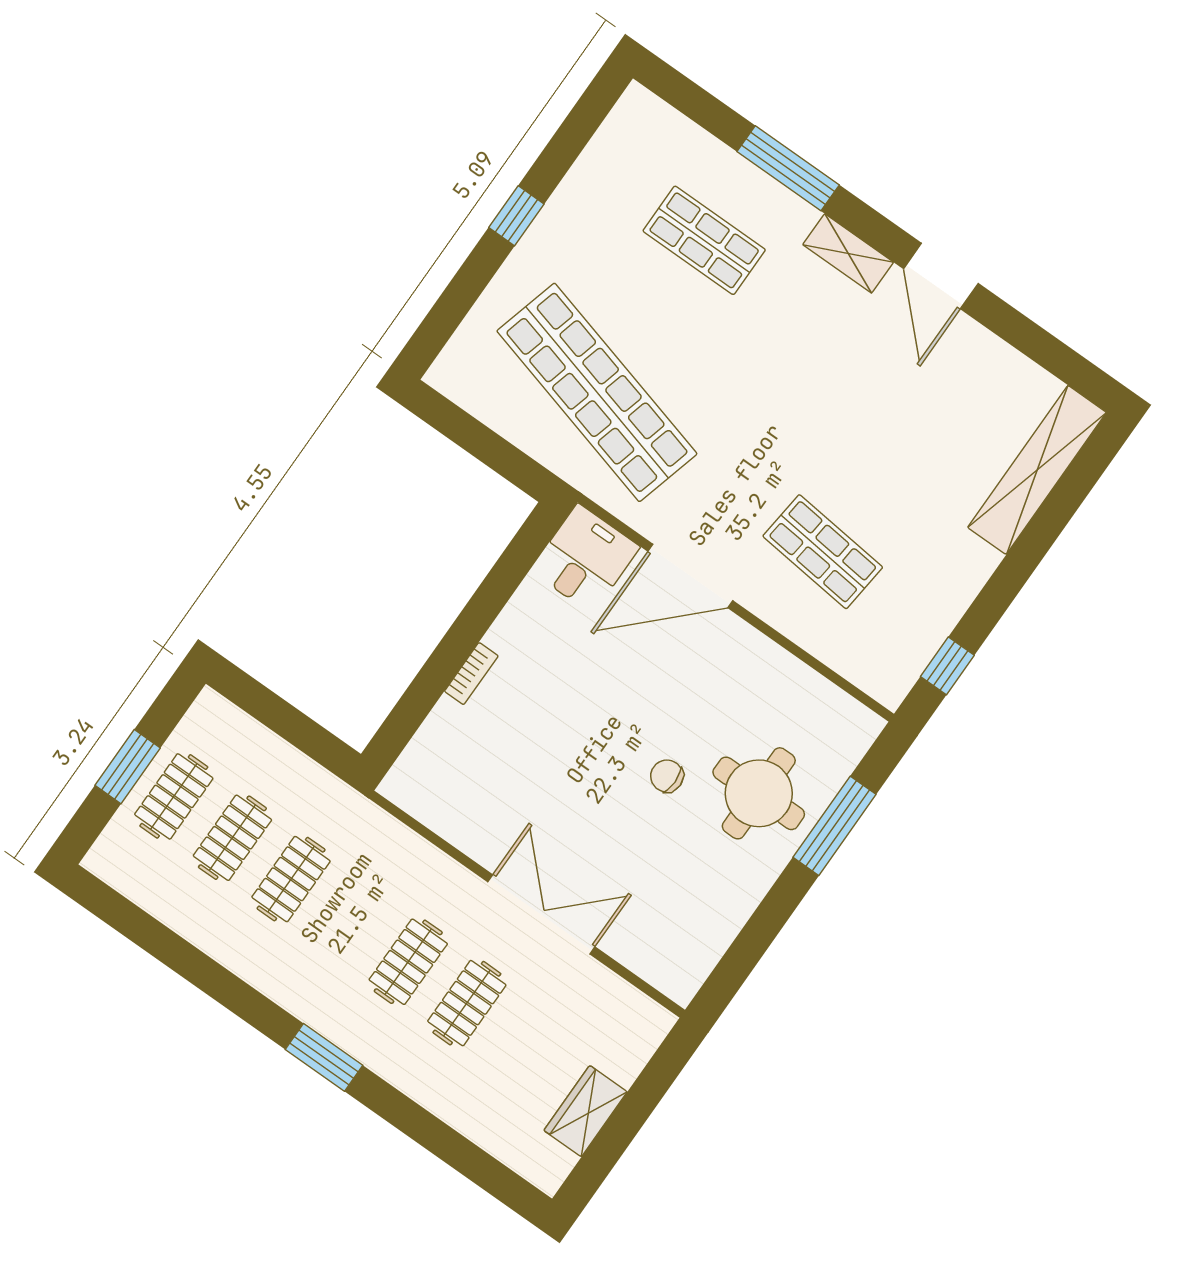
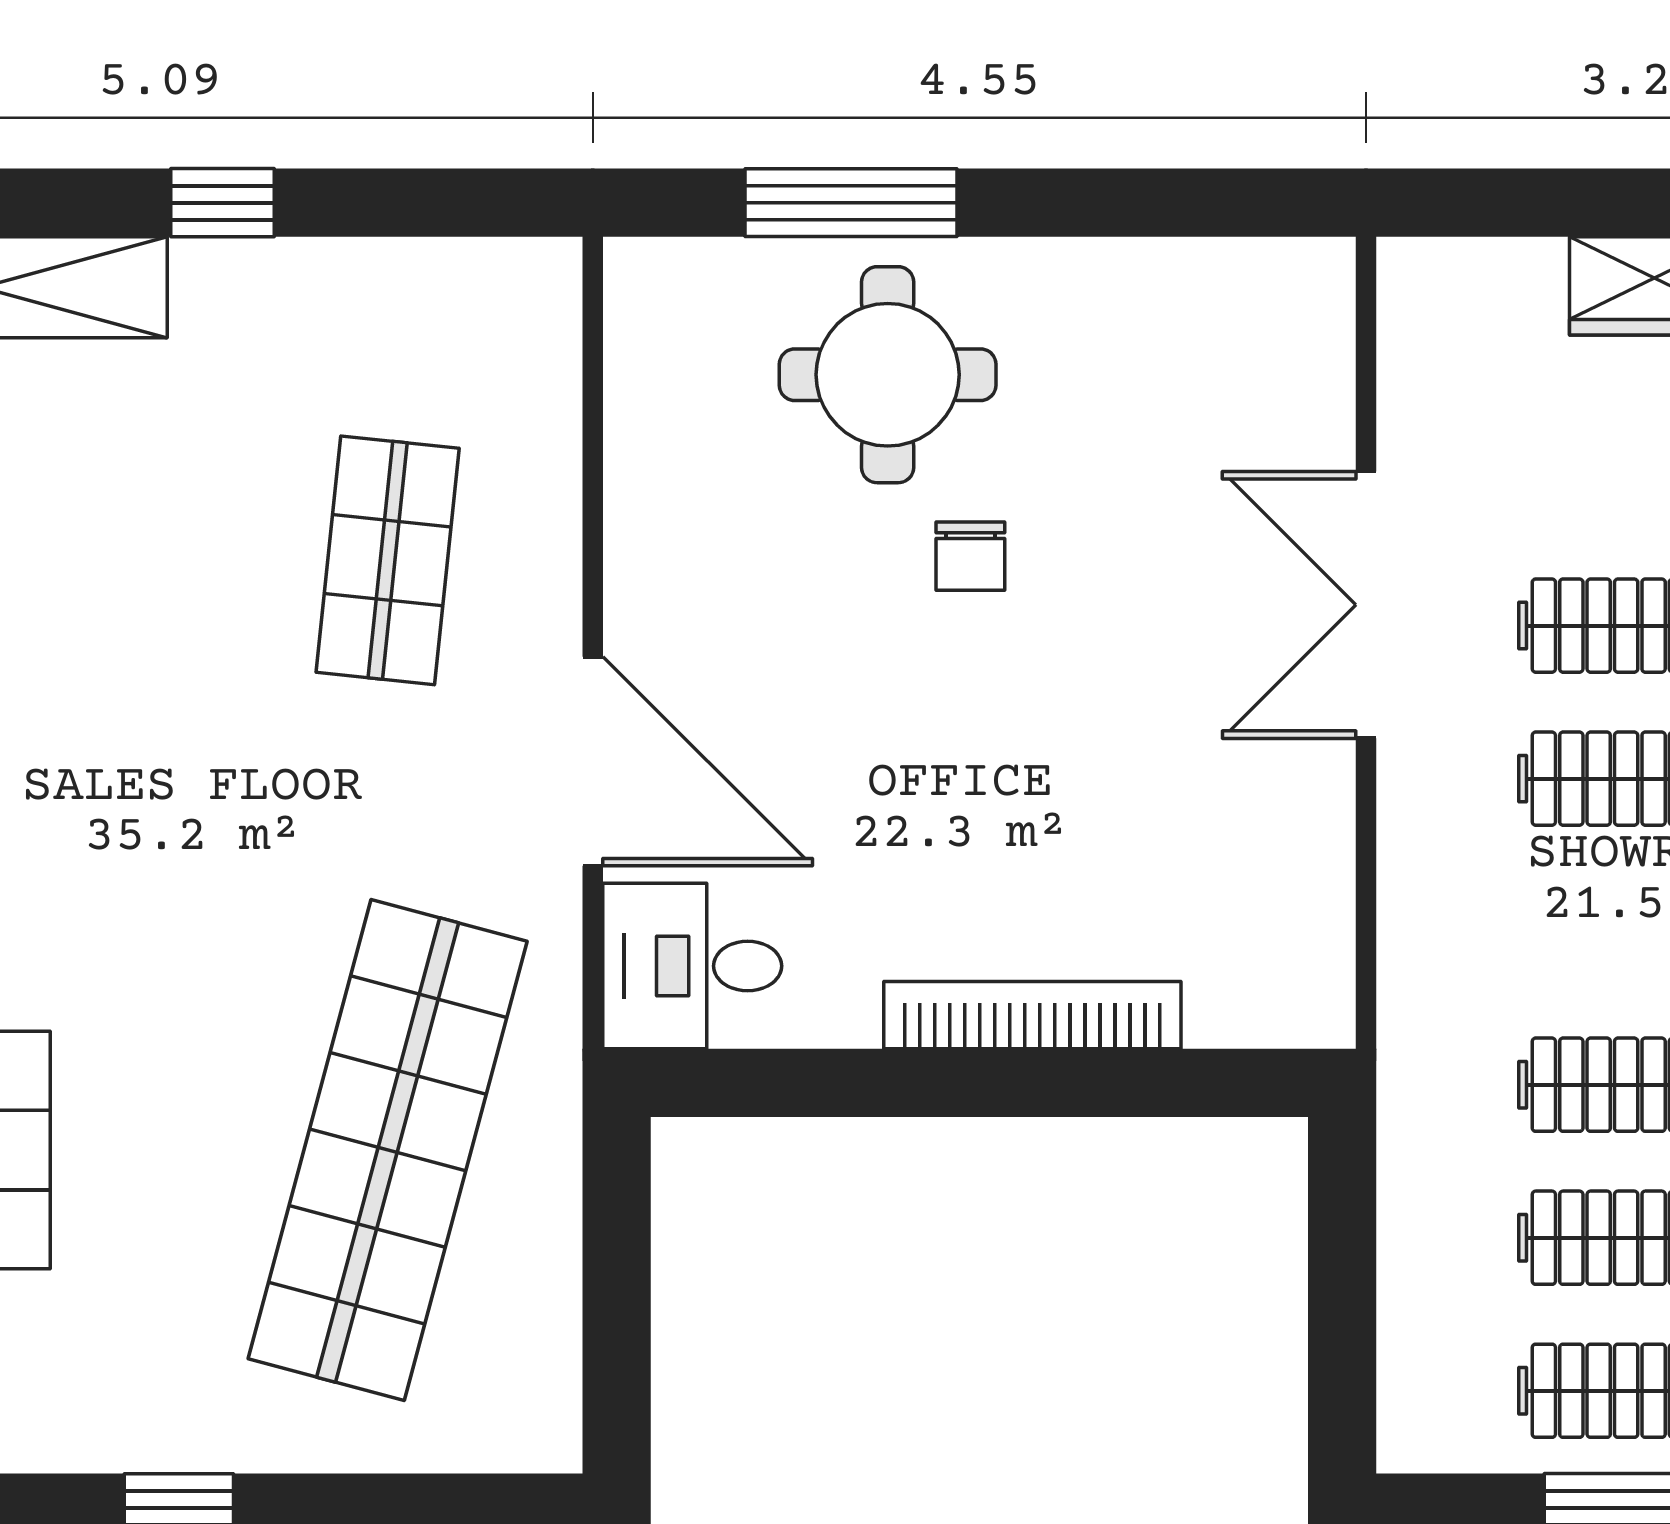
window: (947, 666) -> (223, 203), moved
bookcase: (471, 674) -> (1032, 1015), width x2.31, depth x1.31

